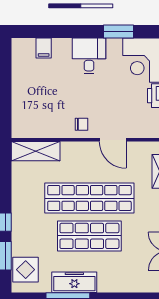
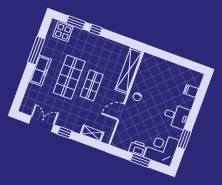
shelving: (36, 151) -> (129, 70), width x1.47
shop shelf: (89, 198) -> (92, 85), width x0.50, depth x0.74
freezer: (74, 282) -> (40, 70), moved

